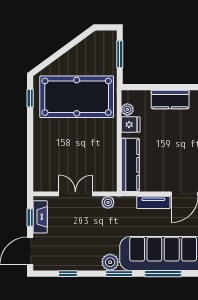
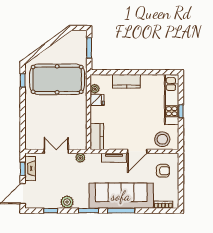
kitchen counter: (130, 165) -> (97, 136), width x0.67
plant: (110, 262) -> (67, 202), moved

